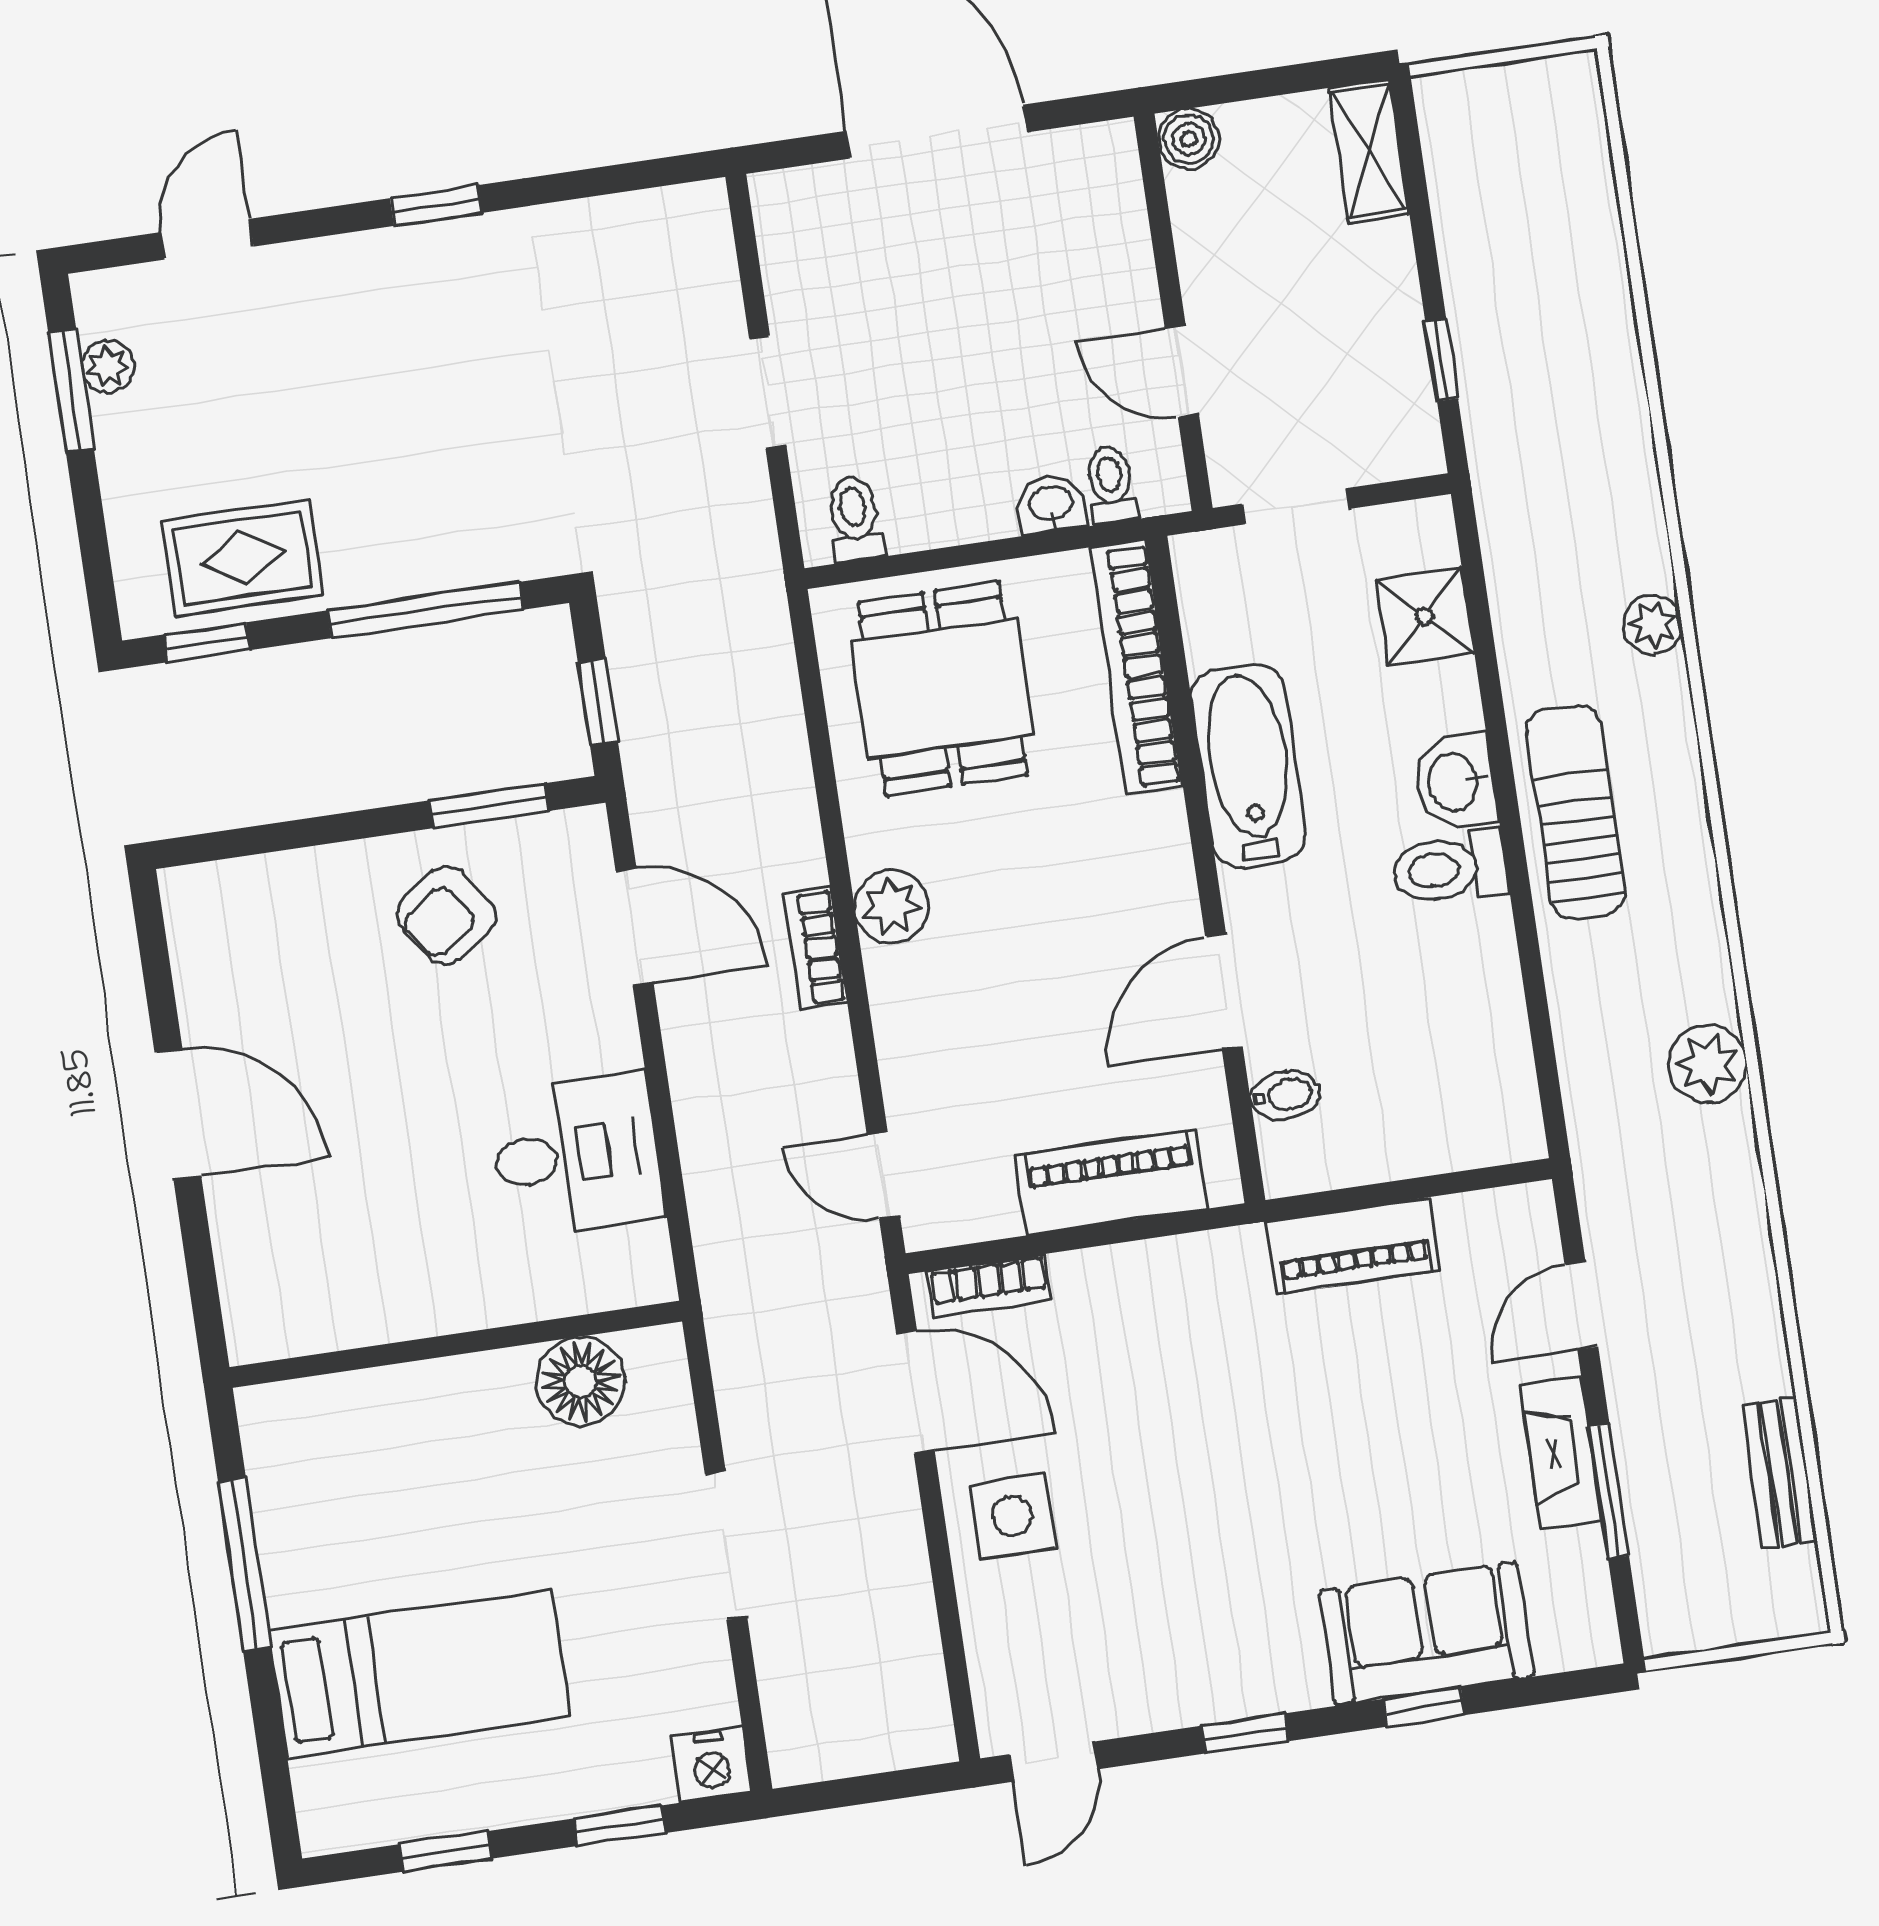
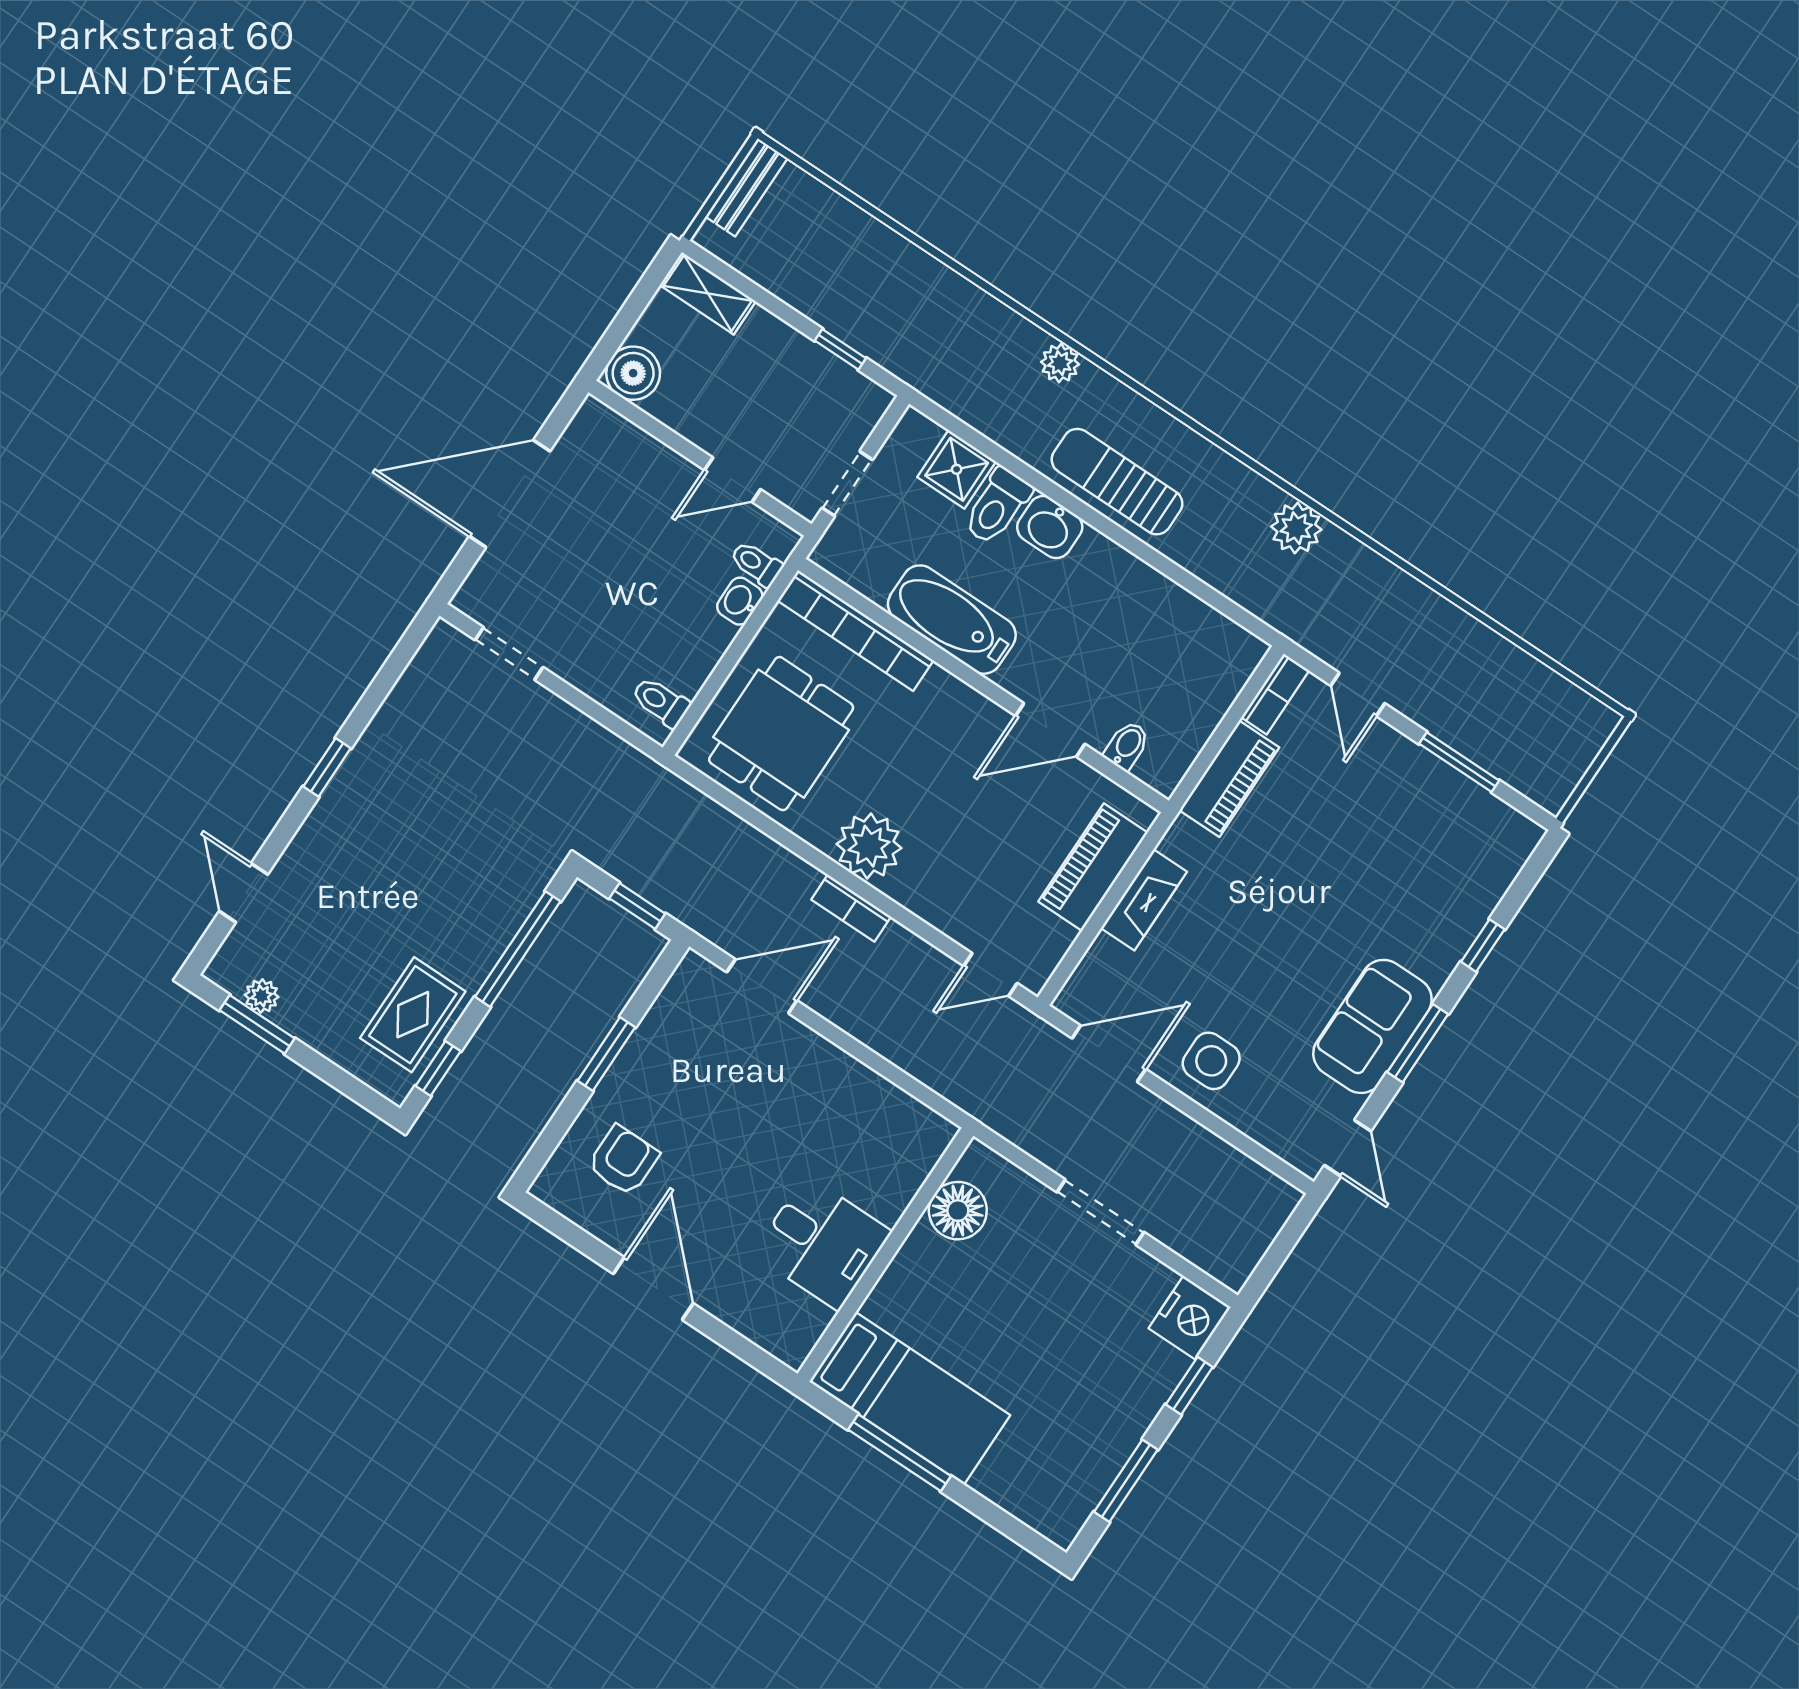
boiler: (1189, 139) -> (633, 373), width x1.36, depth x1.36
doorway: (768, 392) -> (509, 654), moved
dining table: (943, 688) -> (781, 734), turned 90
window: (489, 806) -> (606, 1054), moved
toilet: (1449, 868) -> (997, 506), moved
plant: (892, 906) -> (869, 846), width x1.36, depth x1.36
armchair: (447, 915) -> (623, 1161), moved, turned -145
door: (1224, 991) -> (1050, 730), hinge flipped
door: (178, 1114) -> (653, 1289), hinge flipped
desk: (576, 1155) -> (822, 1243), moved, turned 90
bookcase: (989, 1286) -> (1275, 694), moved
fireplace: (1561, 1453) -> (1144, 900), moved, turned -90
bench: (1779, 1472) -> (746, 187), moved, turned 90
sofa: (1426, 1634) -> (1372, 1026), moved
bed: (419, 1674) -> (910, 1398), moved, turned 90
window: (1245, 1733) -> (1418, 1043), width x1.50
nightstand: (712, 1765) -> (1190, 1318), width x1.36, depth x1.33
window: (446, 1851) -> (1126, 1481), width x1.50

